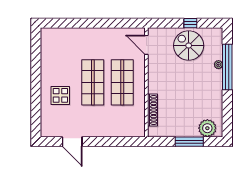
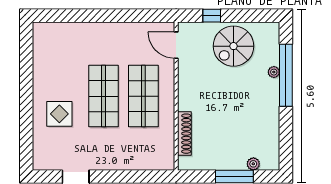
window: (190, 23) -> (212, 16), moved
spiral stairs: (189, 46) -> (233, 46), turned -90
plant: (207, 128) -> (253, 164), width x0.53, depth x0.53

